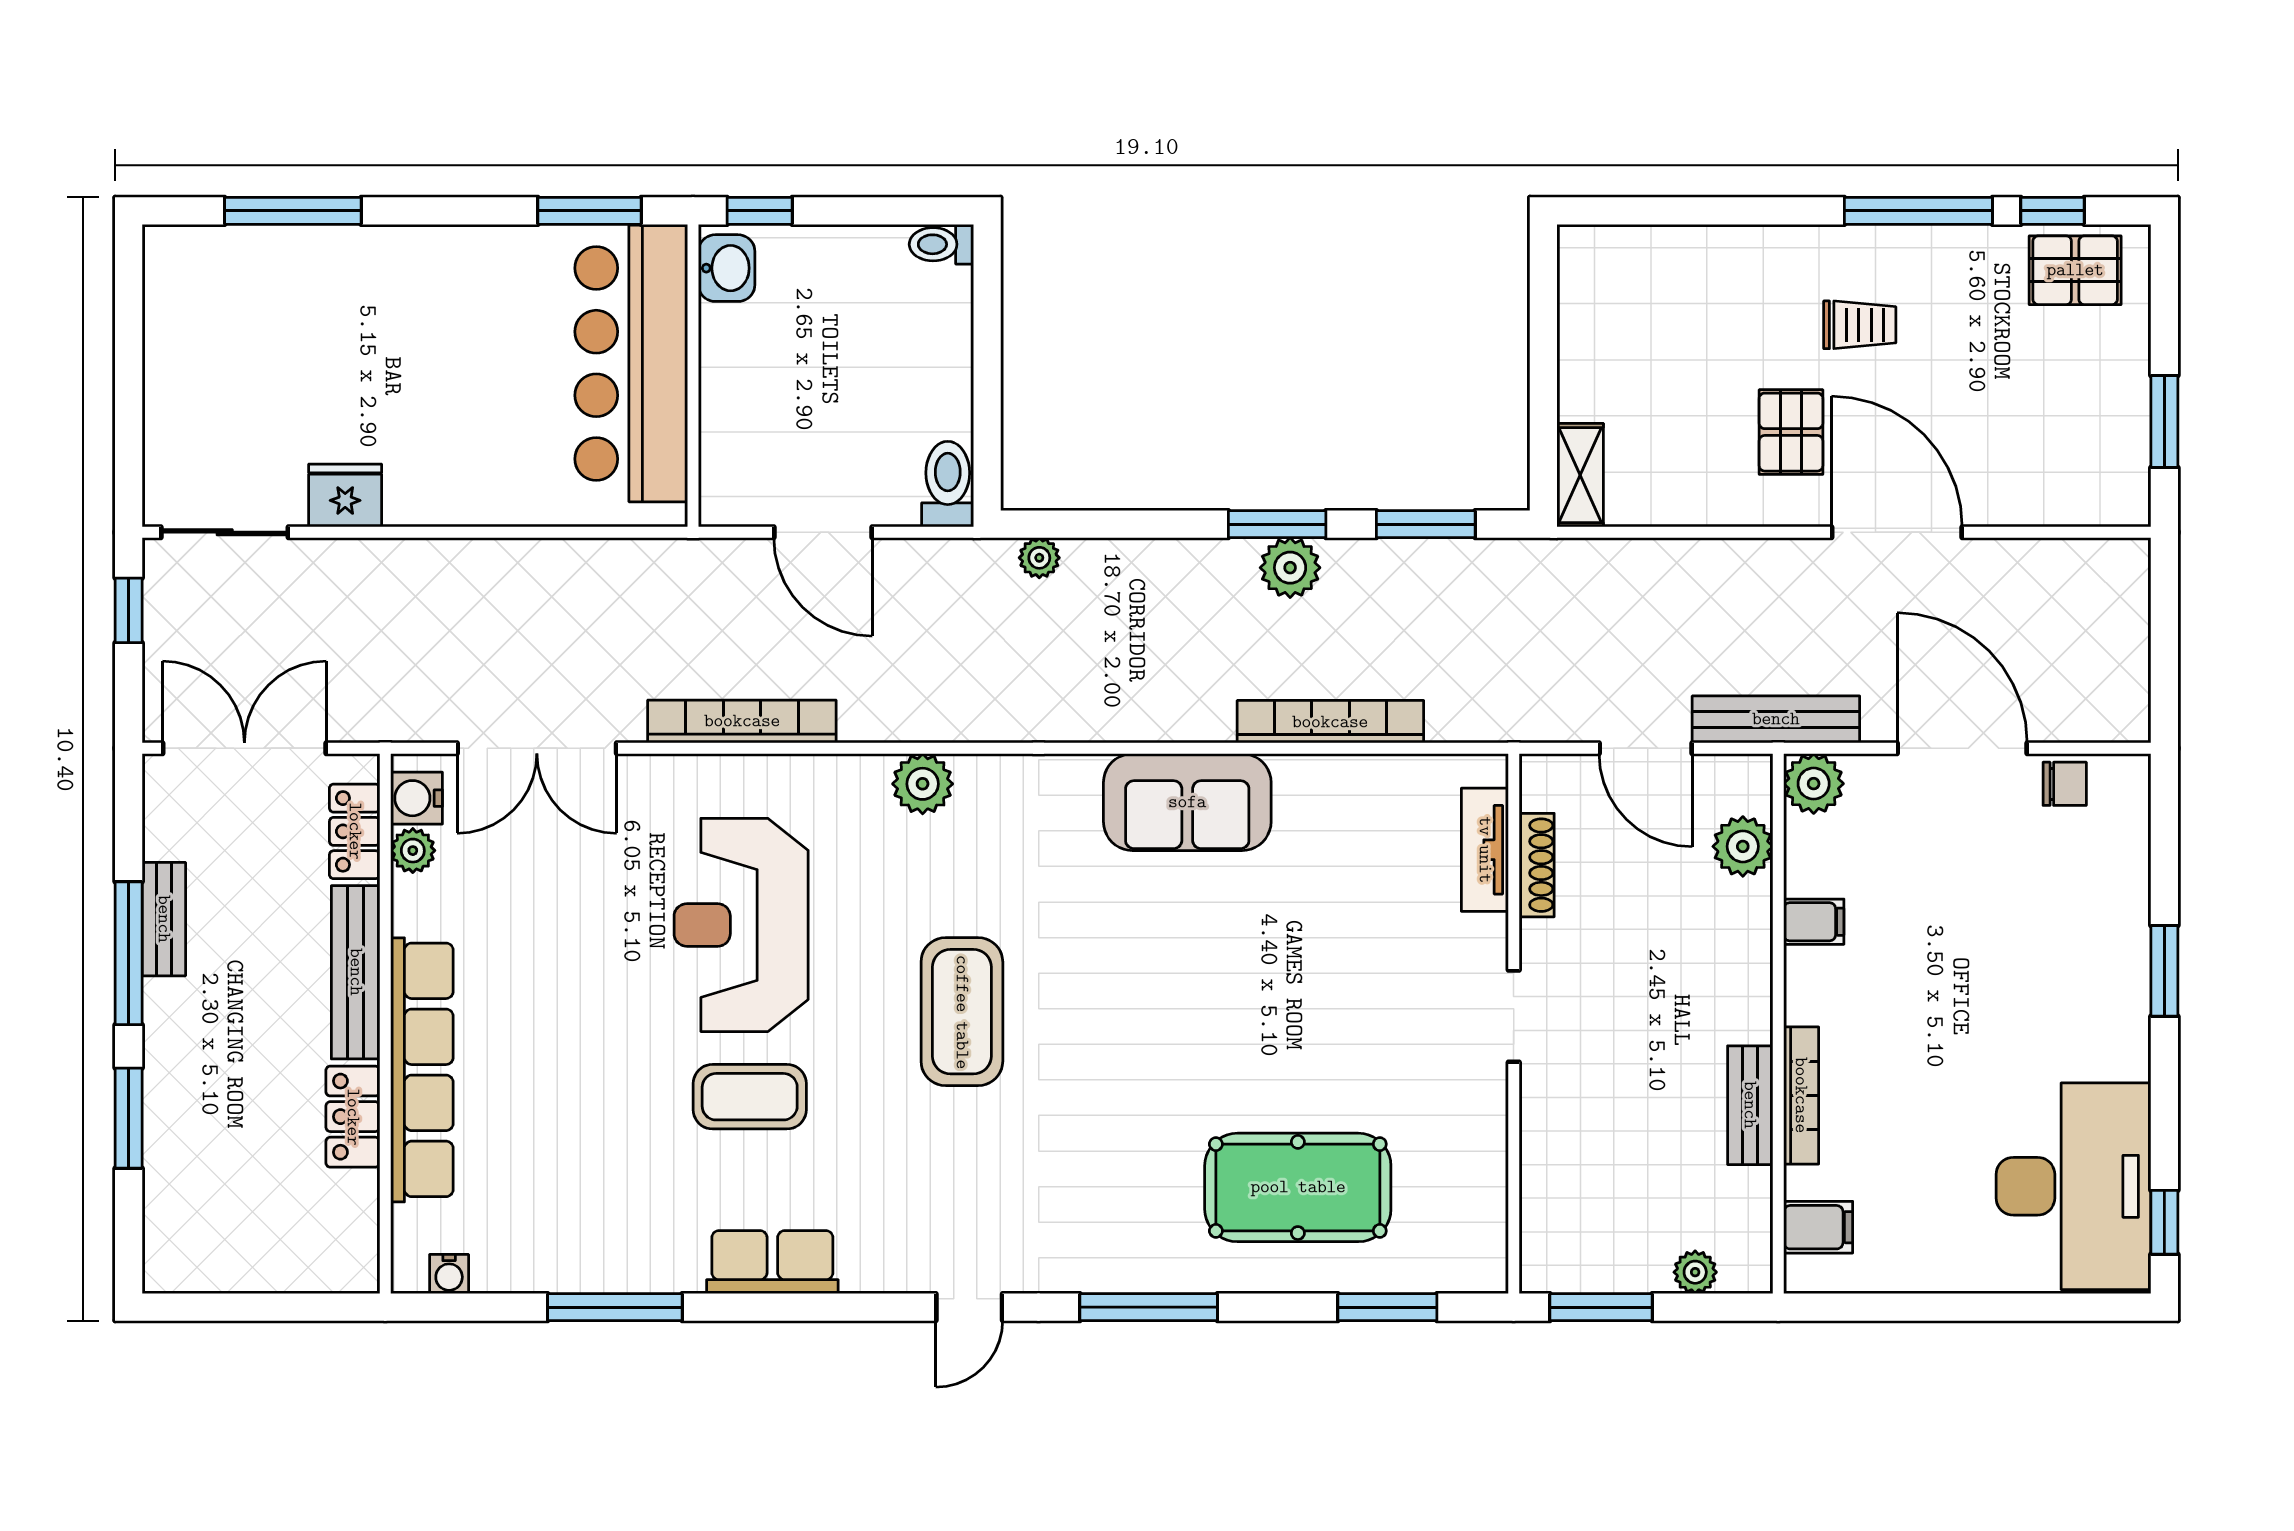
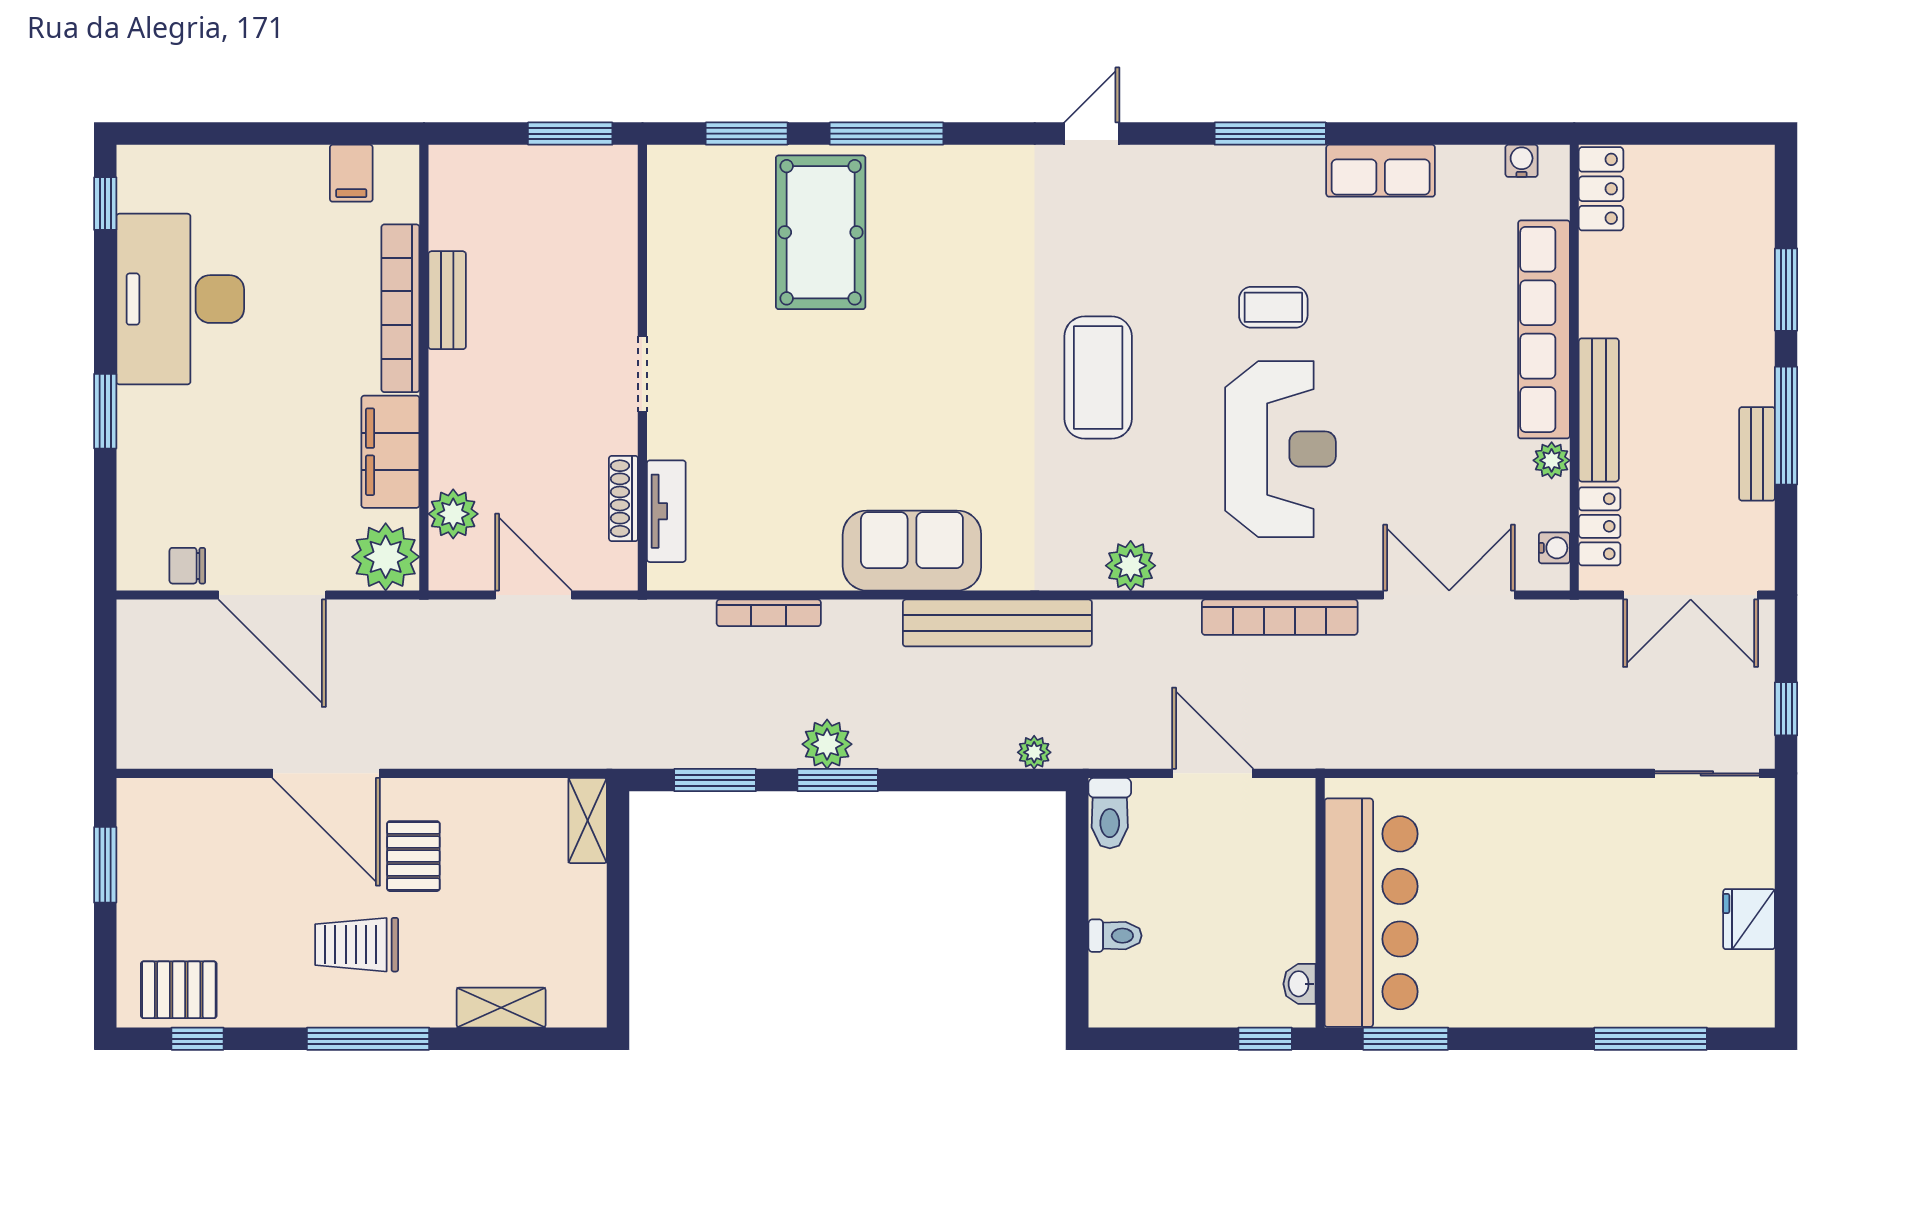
window: (1918, 211) -> (368, 1039), moved
toilet: (941, 244) -> (1115, 936), moved
shelving: (1685, 249) -> (501, 1008), added
washbasin: (727, 268) -> (1300, 984), width x0.72, depth x0.69
trolley: (1860, 325) -> (357, 945), width x1.36, depth x1.39
fridge: (345, 495) -> (1749, 919), moved, turned 90
bench: (1776, 719) -> (997, 623), moved, width x1.37, depth x1.21
bookcase: (1330, 722) -> (769, 613), width x0.68, depth x0.76
plant: (1814, 784) -> (386, 557), width x1.36, depth x1.36
water cooler: (417, 798) -> (1554, 548), width x0.72, depth x0.72
plant: (413, 851) -> (1552, 460), moved
filing cabinet: (1814, 922) -> (390, 452), width x3.00, depth x1.17
bookcase: (1801, 1095) -> (400, 308), width x1.48, depth x1.31
coffee table: (750, 1097) -> (1273, 307), width x0.73, depth x0.77
locker: (353, 1117) -> (1601, 189), moved
desk: (2073, 1186) -> (180, 299), moved
pool table: (1298, 1187) -> (821, 232), turned 90
filing cabinet: (1818, 1227) -> (351, 173), moved, turned -90
row of seats: (772, 1262) -> (1381, 171), moved
plant: (1695, 1272) -> (493, 162), removed
window: (615, 1307) -> (1270, 134), moved
window: (1149, 1307) -> (887, 134), moved

